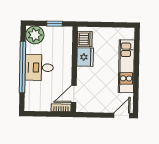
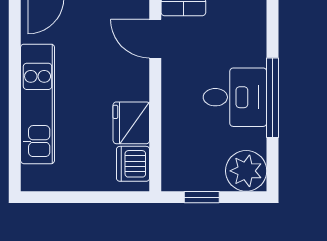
window: (23, 67) -> (272, 98), width x0.68
door: (74, 94) -> (155, 39), swing flipped

